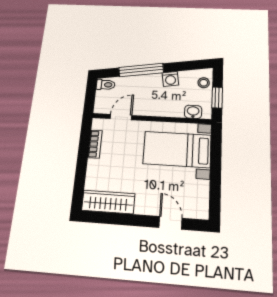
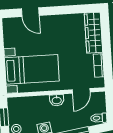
washbasin: (193, 112) -> (57, 100), moved
wardrobe: (108, 202) -> (93, 33), moved, turned 90

